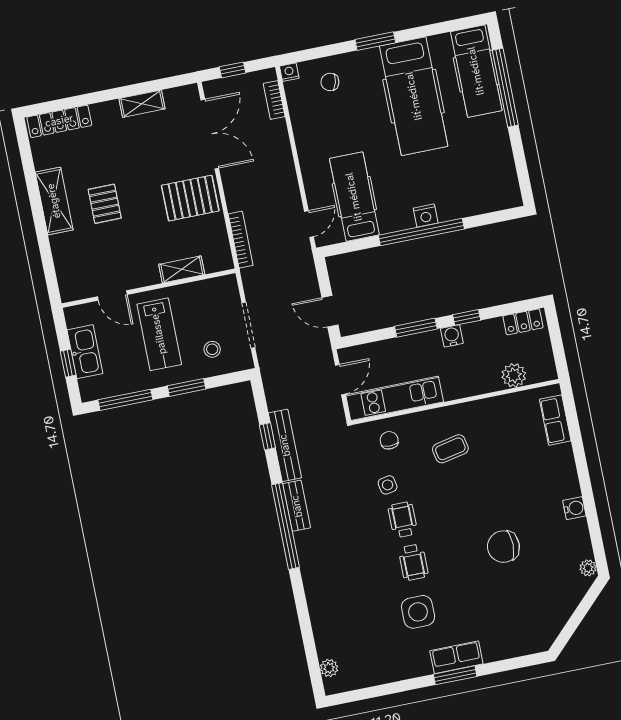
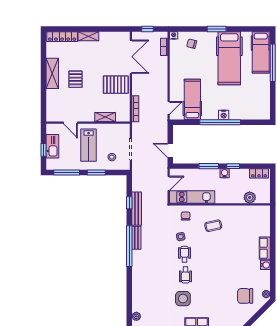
shelving: (142, 104) -> (88, 36), moved
row of seats: (555, 420) -> (265, 248), moved
chair: (503, 547) -> (245, 296), moved

